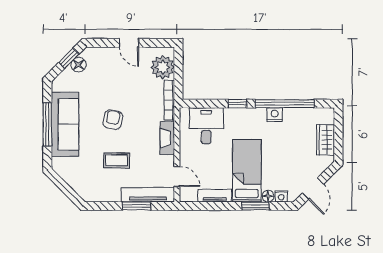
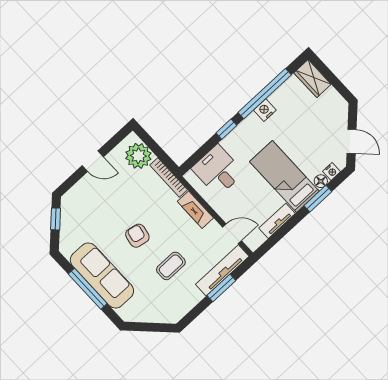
floor lamp: (79, 65) -> (68, 217), removed
wardrobe: (326, 140) -> (312, 79), moved

